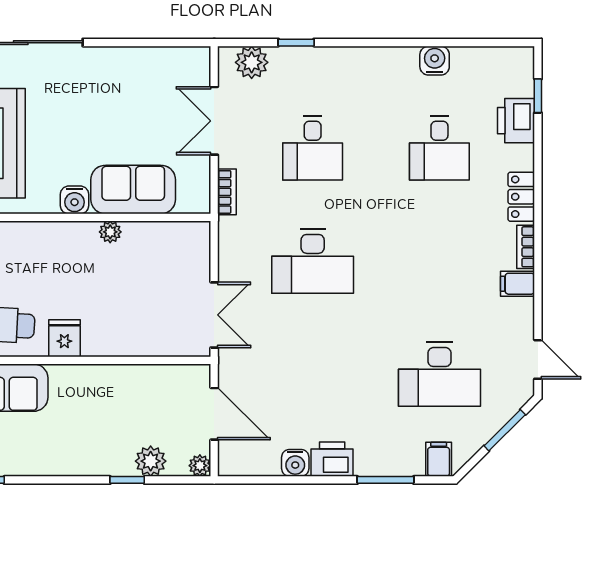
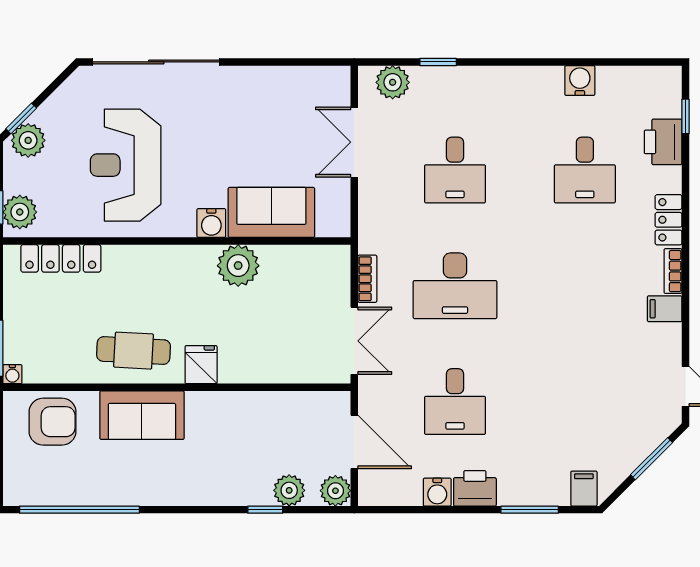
bookcase: (227, 192) -> (367, 279), moved
plant: (110, 232) -> (238, 266), width x1.87, depth x1.87
desk: (439, 374) -> (455, 402), moved, width x0.73
plant: (200, 466) -> (335, 491), width x1.38, depth x1.38

